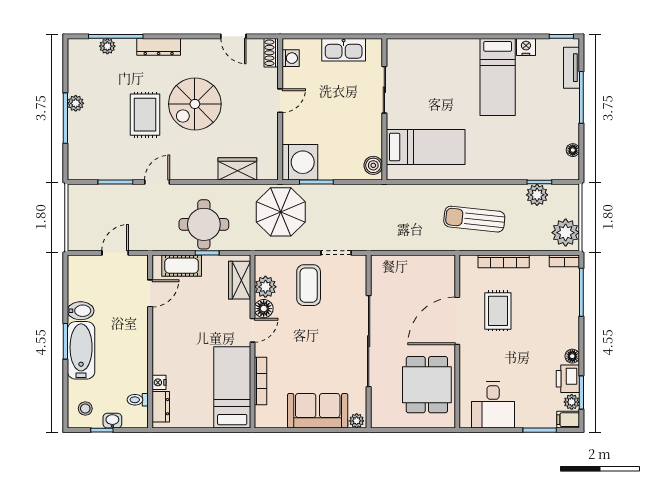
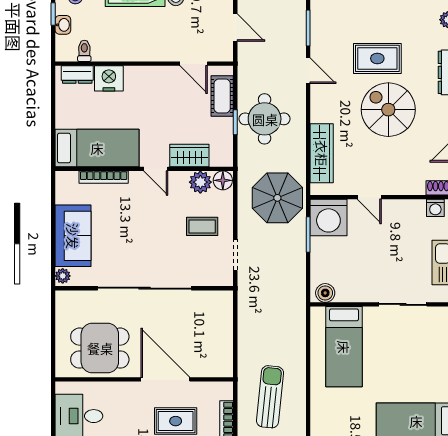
door: (280, 101) -> (369, 197), moved
wardrobe: (237, 169) -> (322, 153), width x1.50
wardrobe: (240, 280) -> (189, 156), moved
coffee table: (309, 285) -> (202, 226), width x0.73, depth x0.77
floor lamp: (264, 309) -> (223, 180), moved
nightstand: (159, 382) -> (109, 78), width x1.89, depth x1.79

